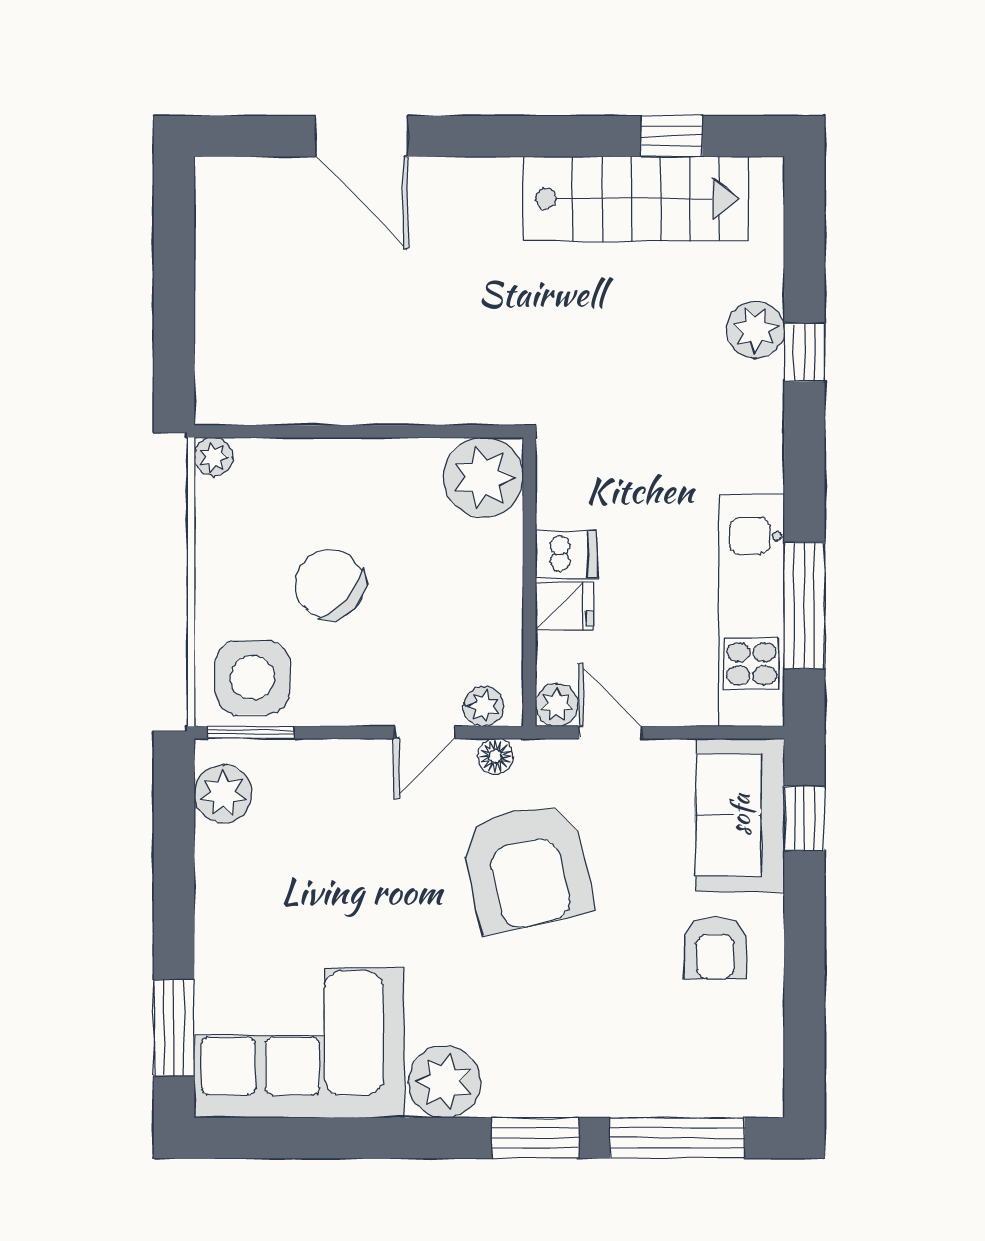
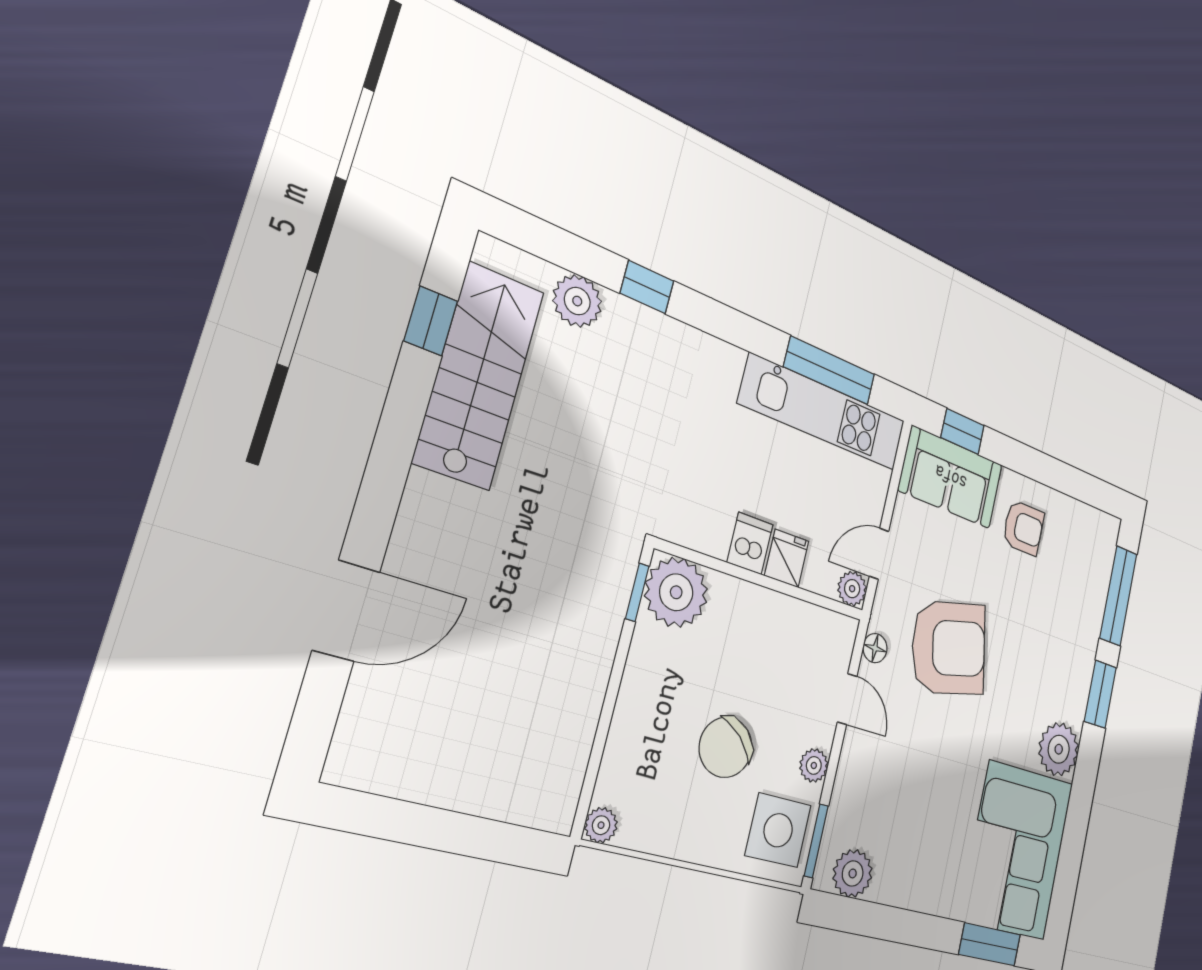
plant: (756, 330) -> (577, 301), moved
window: (469, 431) -> (637, 592), added
plant: (484, 706) -> (814, 765), moved

